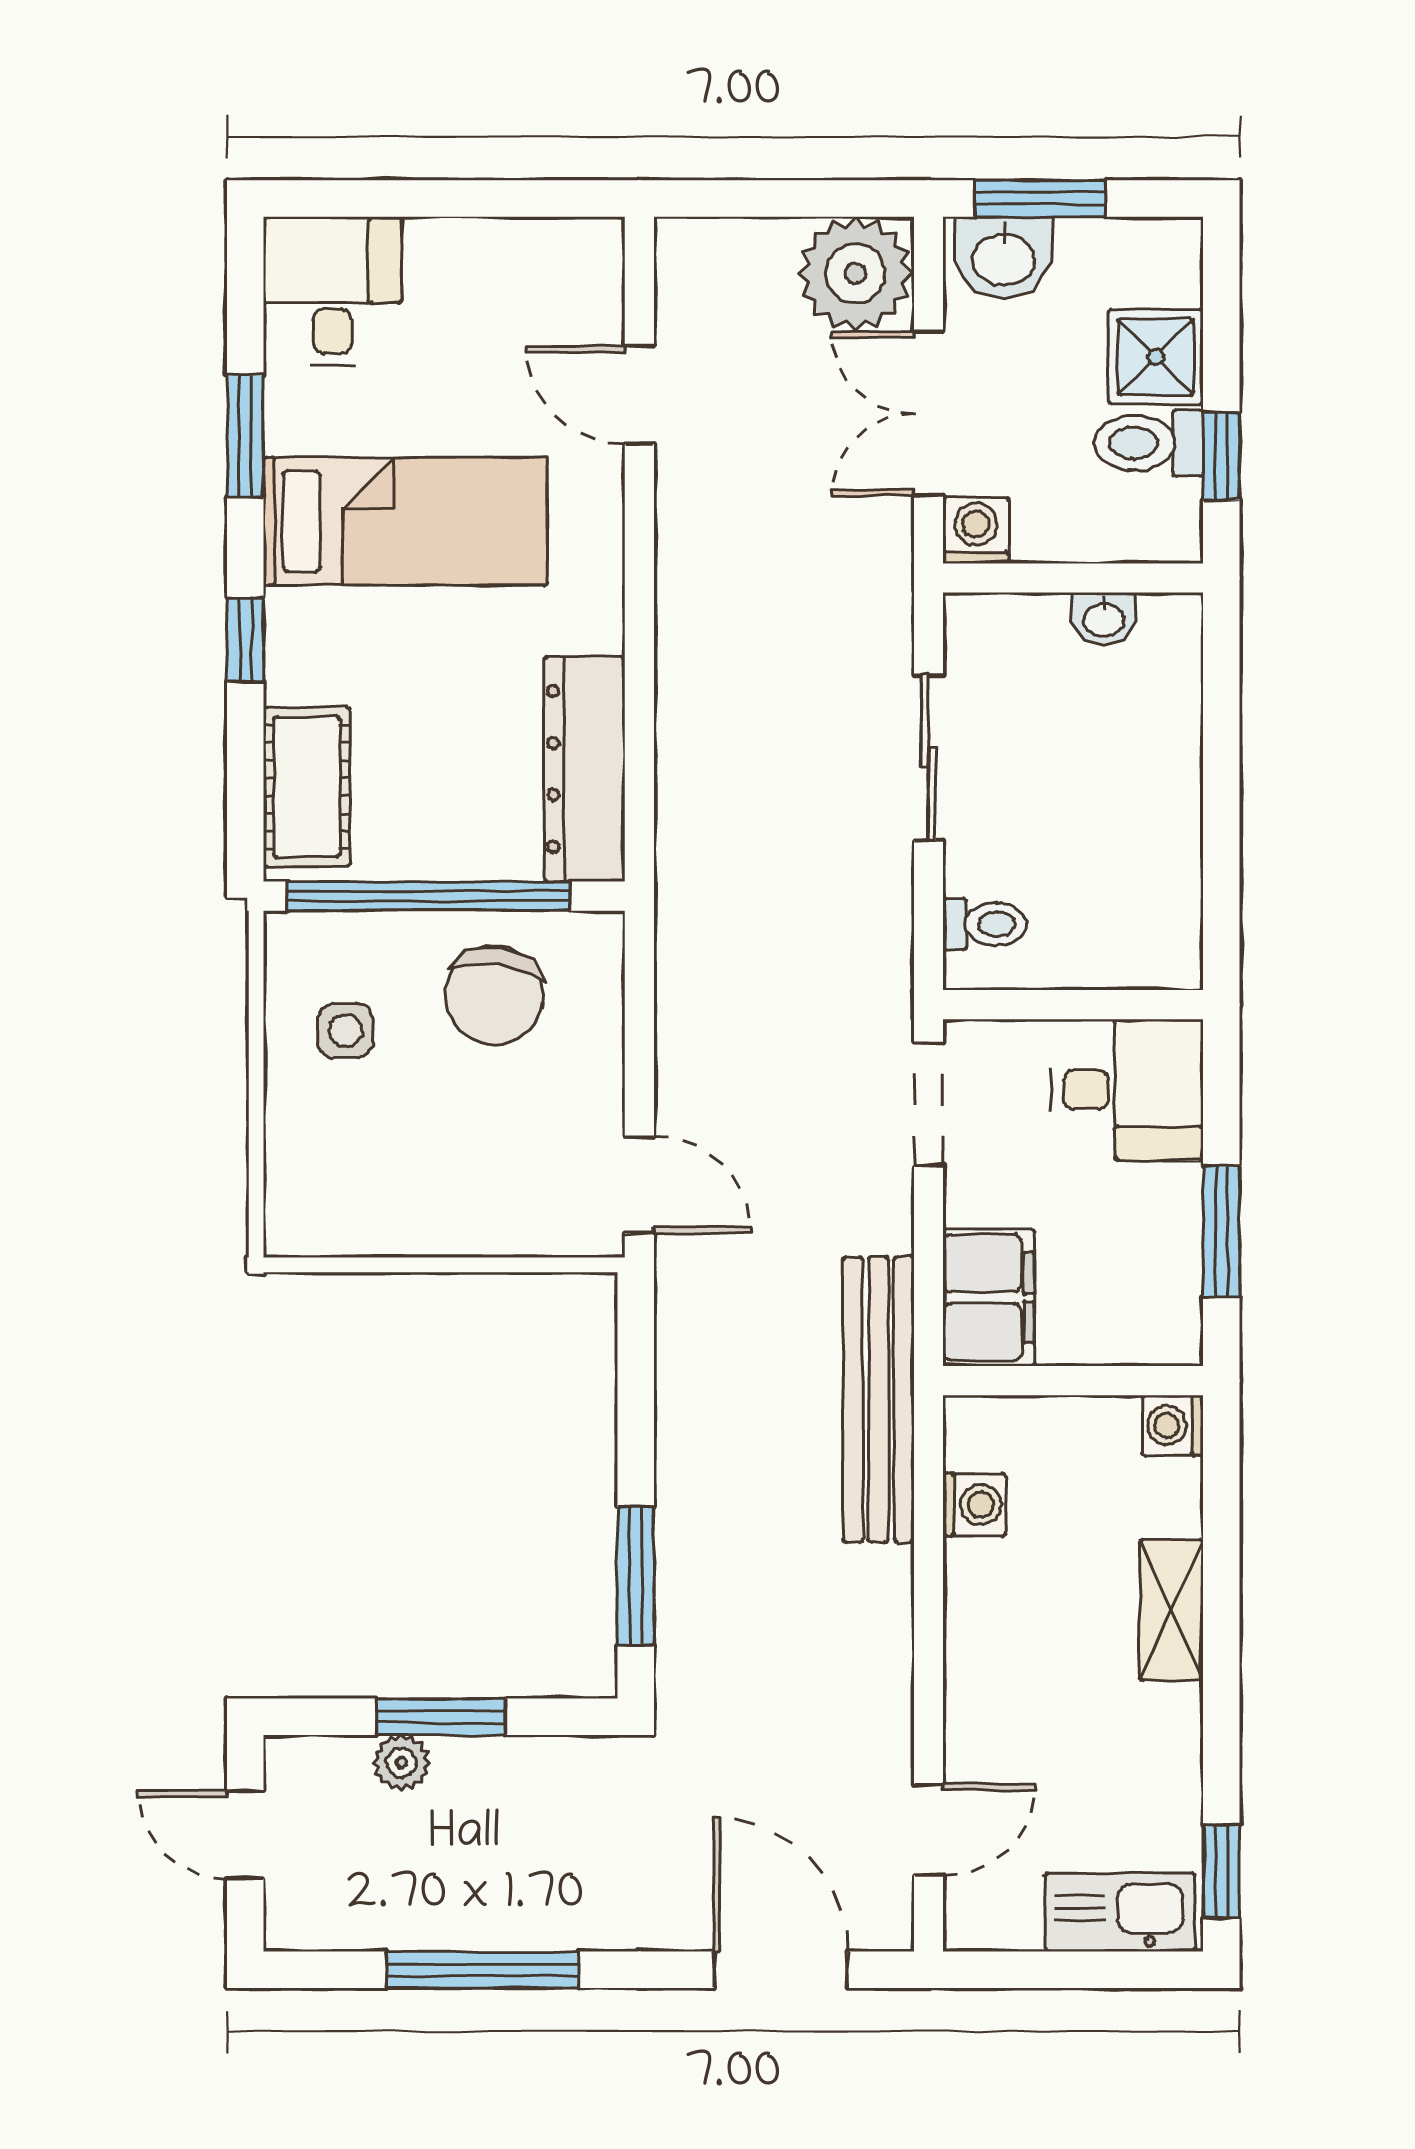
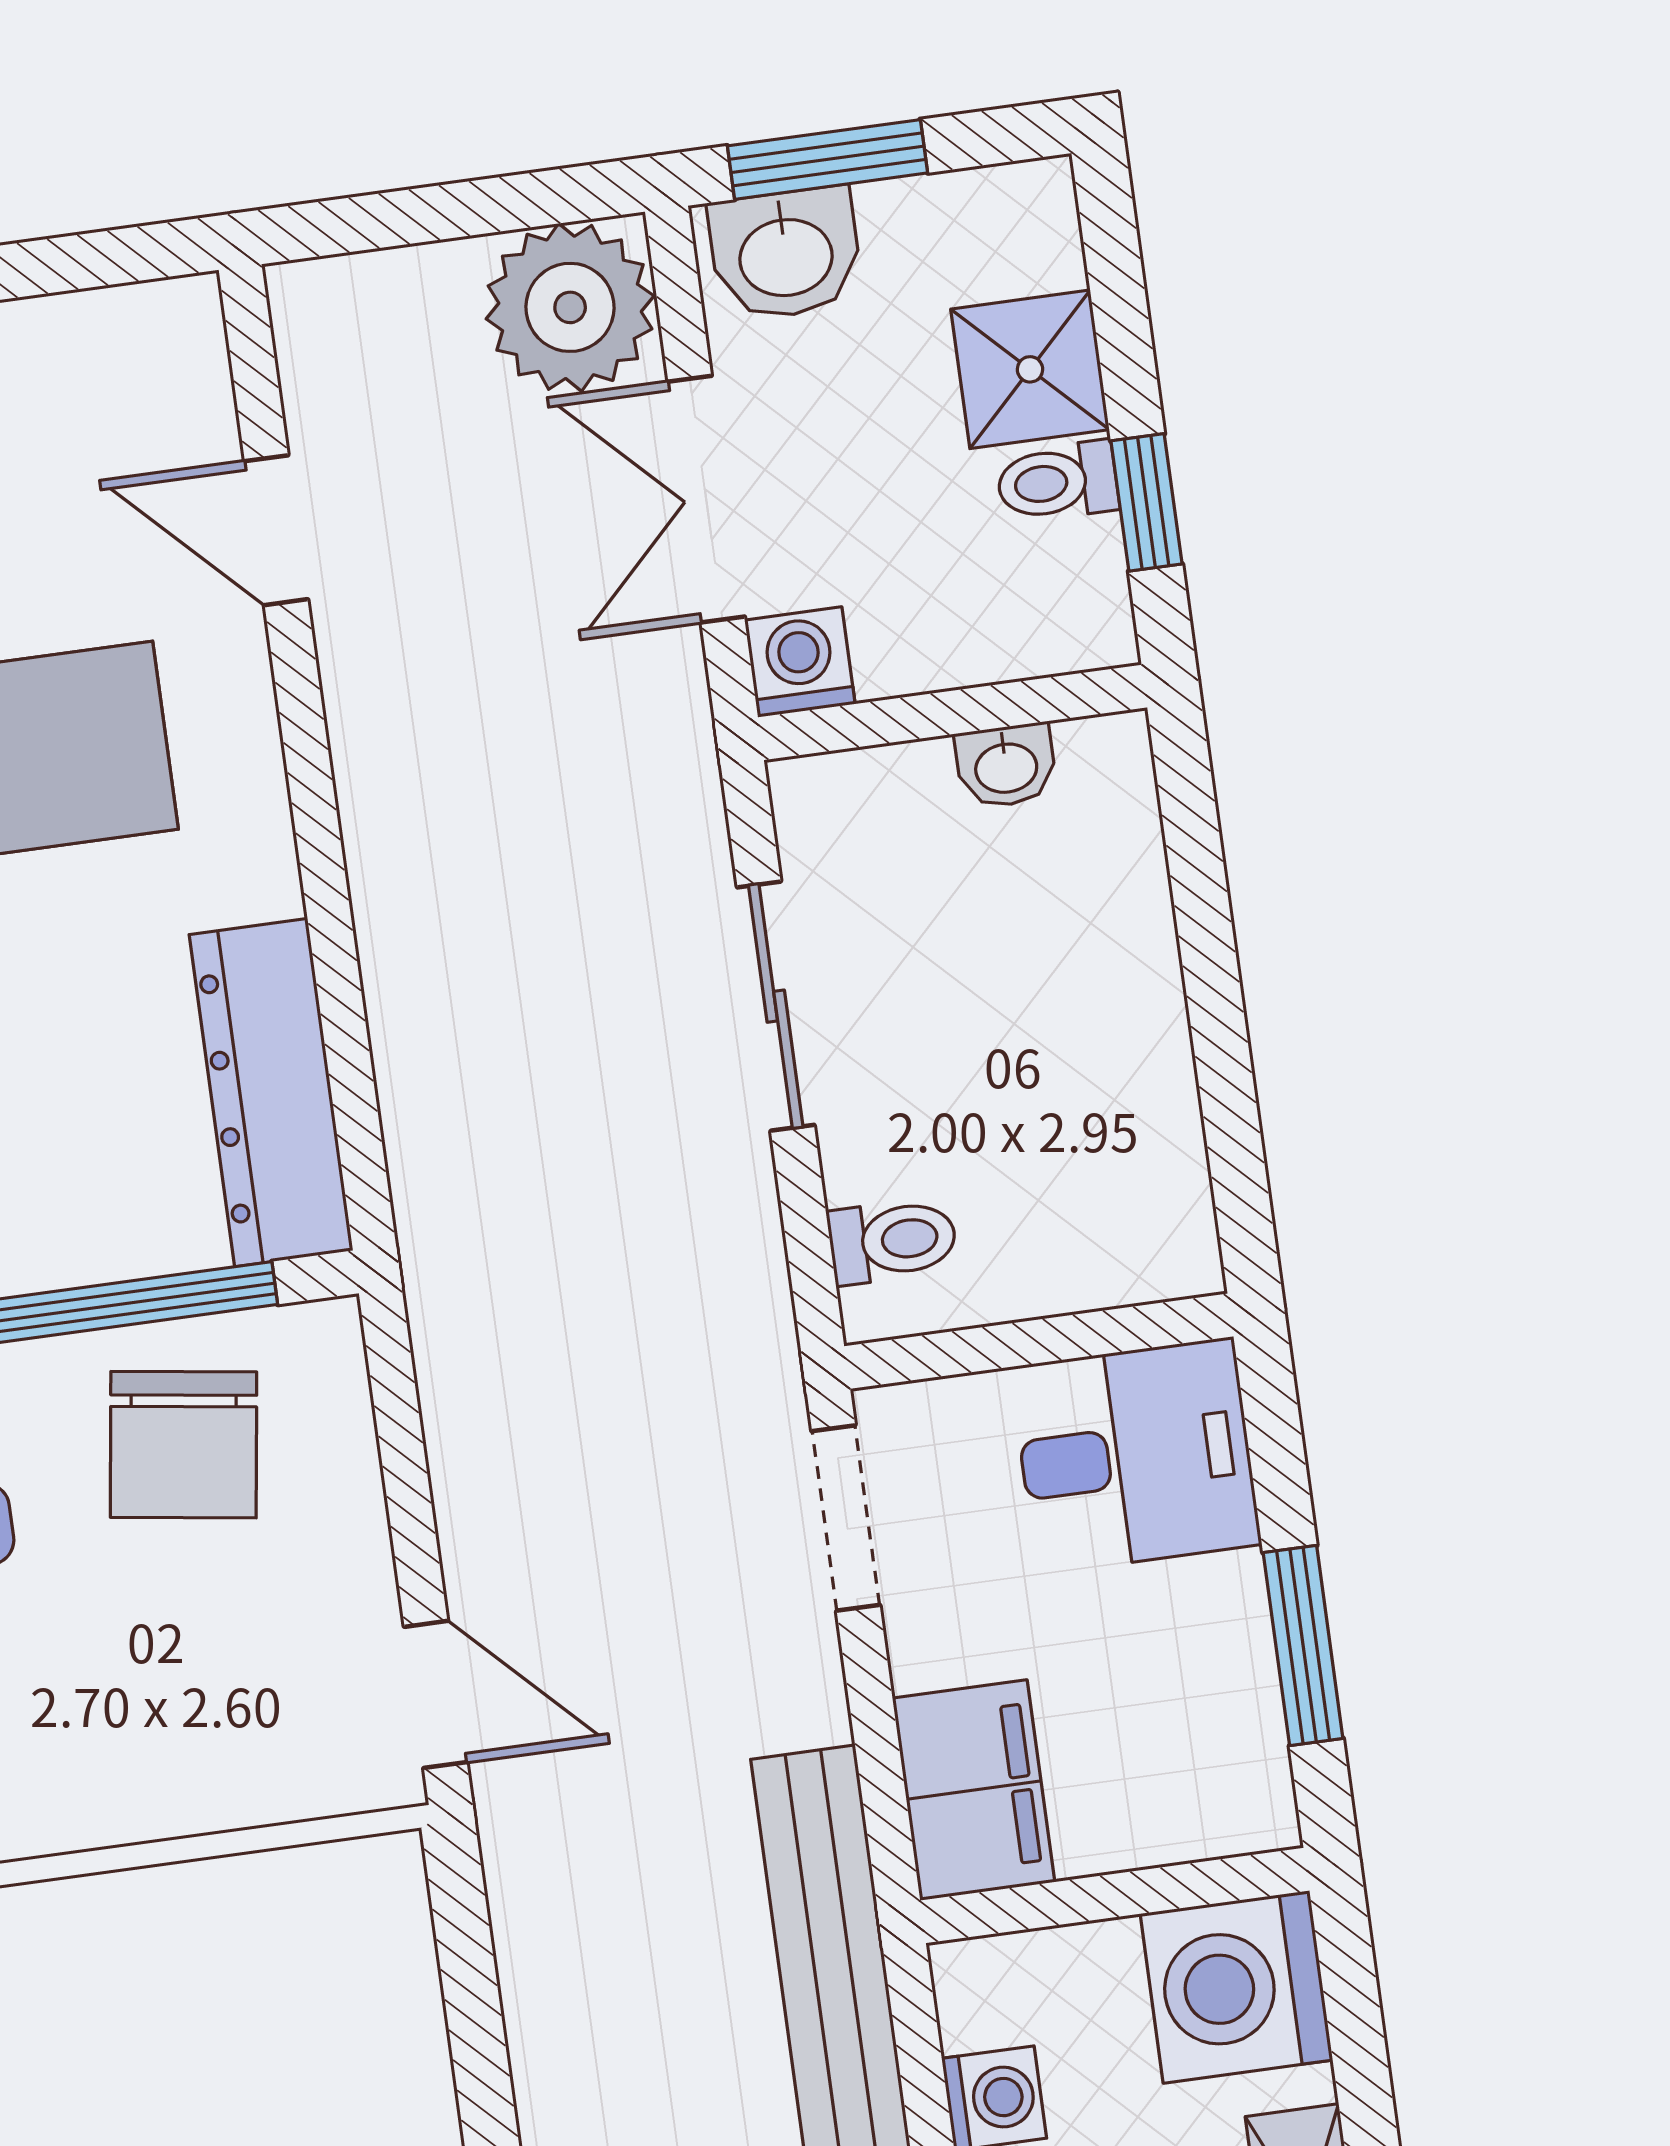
toilet: (1149, 443) -> (1057, 482), width x0.73, depth x0.72
washing machine: (1173, 1425) -> (1236, 1987), width x1.89, depth x1.89

